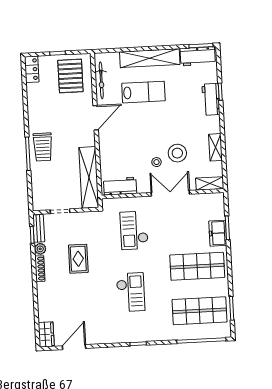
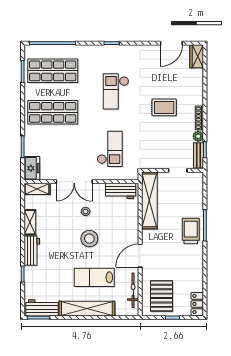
workbench: (211, 99) -> (32, 251), moved
stool: (177, 153) -> (89, 239), moved
freezer: (218, 233) -> (32, 168), moved
rug: (78, 259) -> (164, 107), moved, turned 90

